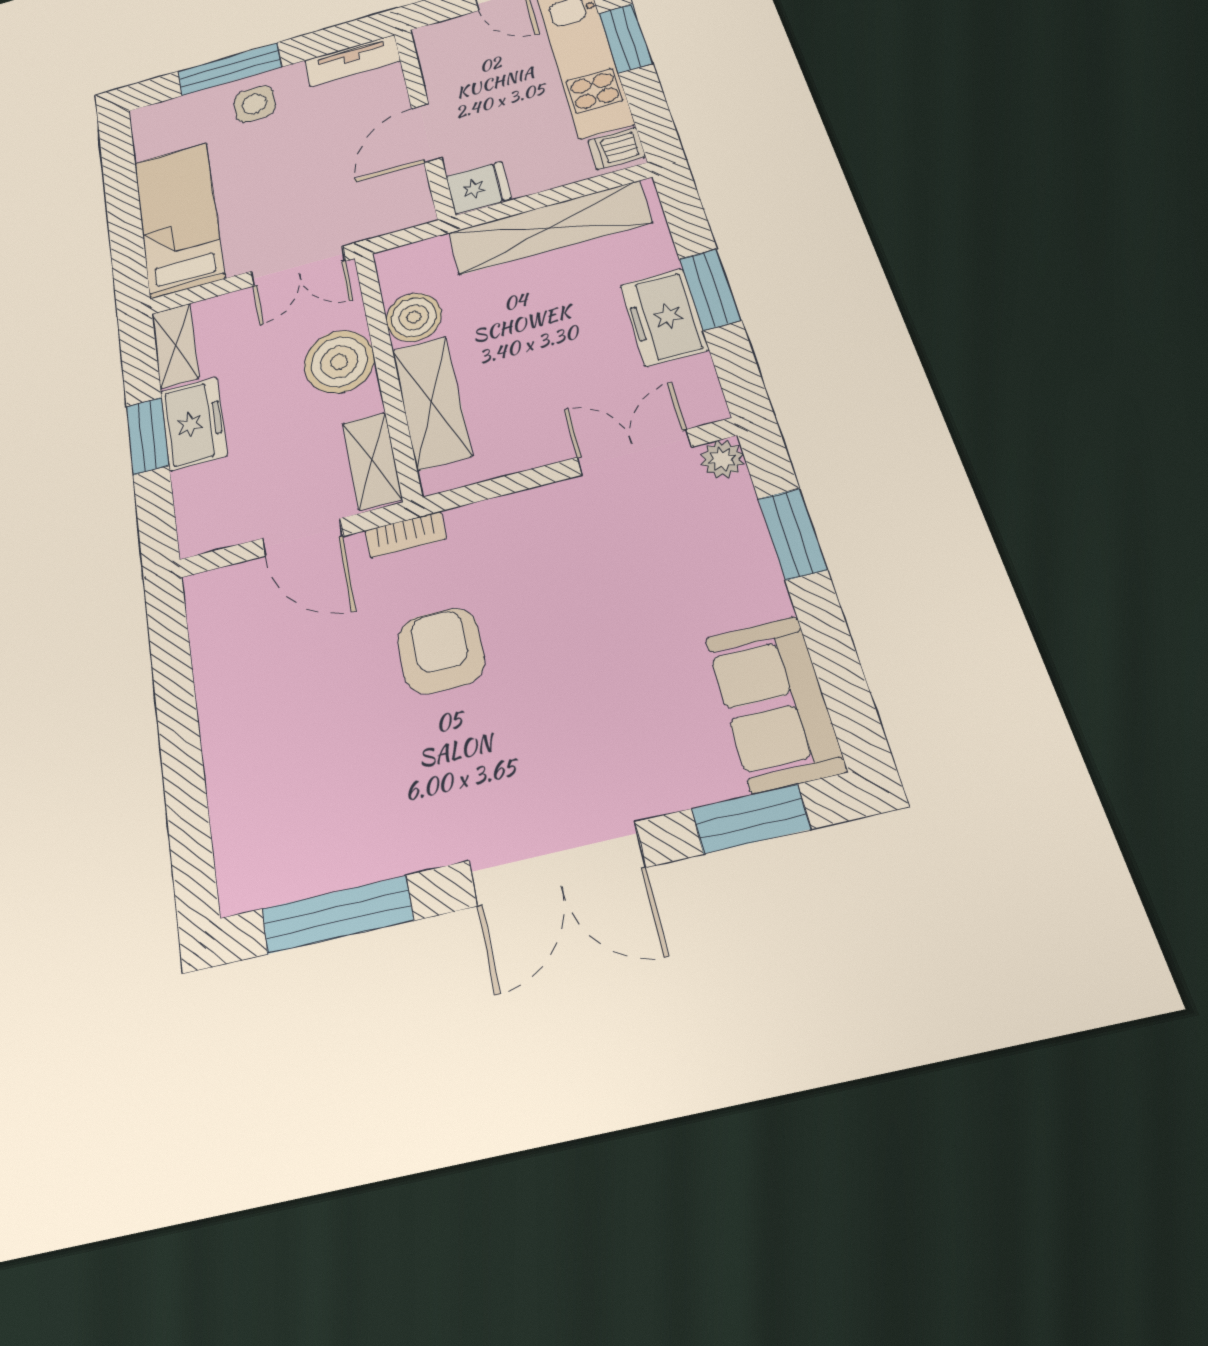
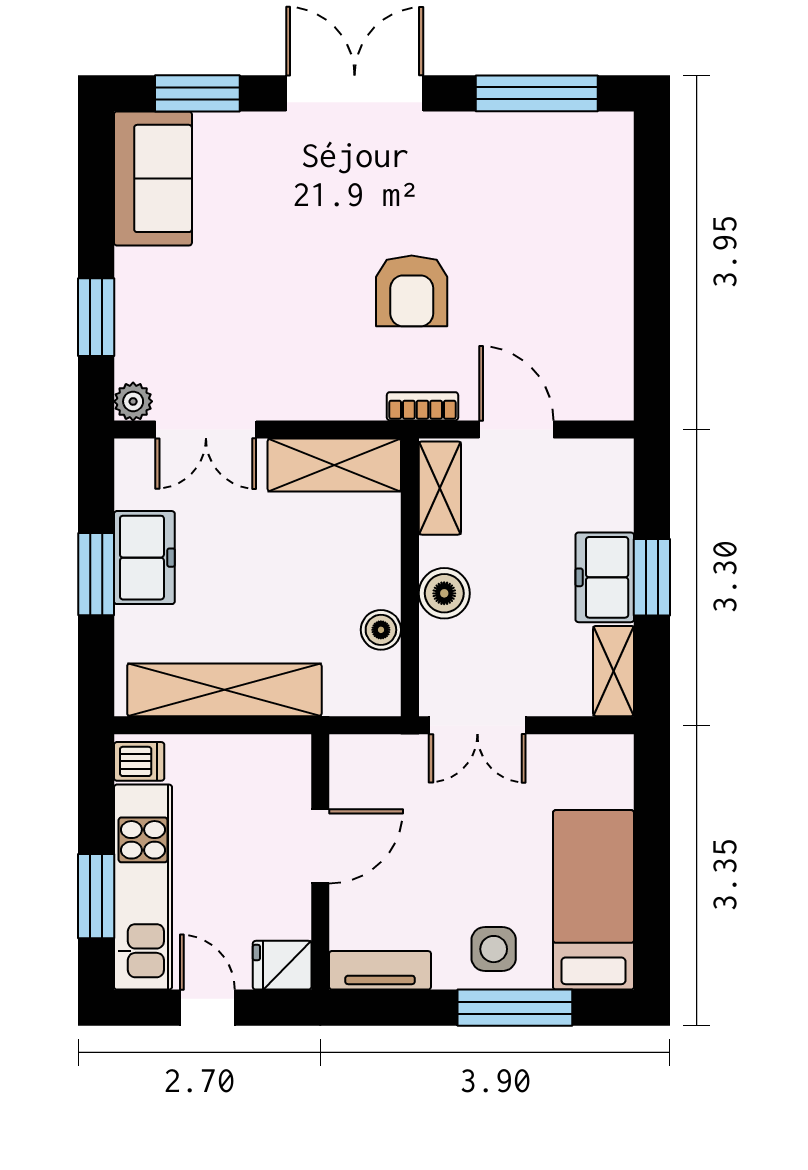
fridge: (478, 188) -> (282, 965), moved
bed: (179, 219) -> (593, 900), moved, turned 180
double door: (298, 266) -> (477, 725), swing flipped
boiler: (414, 317) -> (381, 630), width x0.73, depth x0.73
boiler: (339, 362) -> (444, 593), width x0.73, depth x0.73
shelving: (432, 402) -> (334, 465), moved, turned 90

